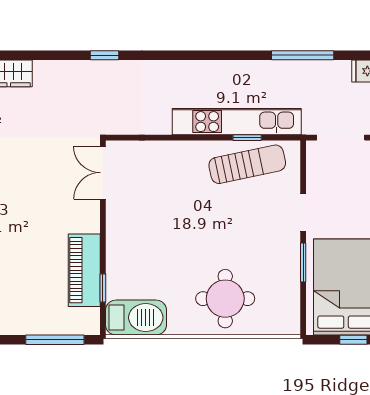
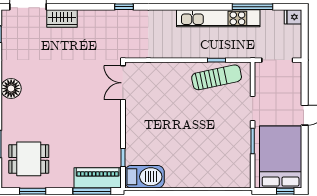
kitchen unit: (237, 122) -> (218, 18), moved, turned 180
piano: (84, 270) -> (98, 178), moved, turned 90
round table: (225, 299) -> (202, 164), removed

